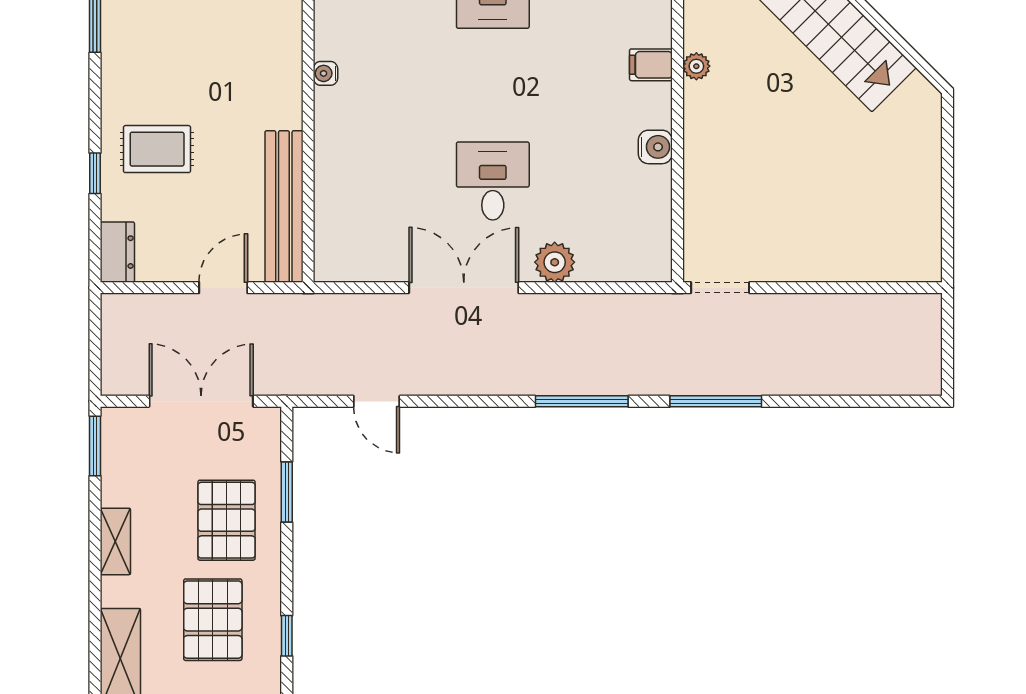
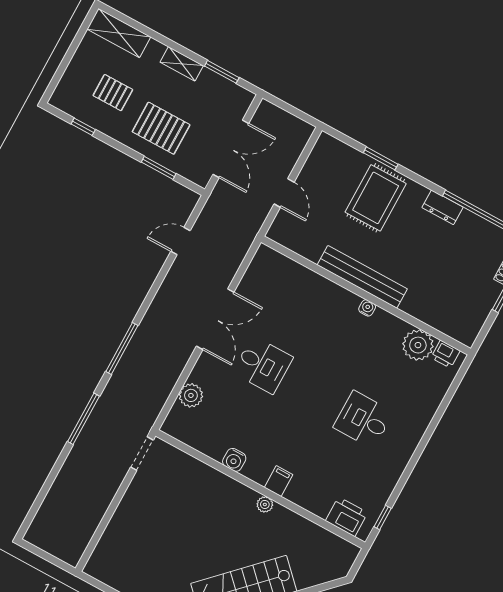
rug: (157, 149) -> (376, 198), width x1.36, depth x1.43
window: (95, 173) -> (381, 158), width x1.50
bench: (284, 206) -> (362, 277), moved
dresser: (117, 252) -> (442, 207), moved
plant: (555, 262) -> (191, 395), moved
window: (95, 446) -> (222, 72), moved
pallet: (213, 620) -> (113, 93), width x0.67, depth x0.71

